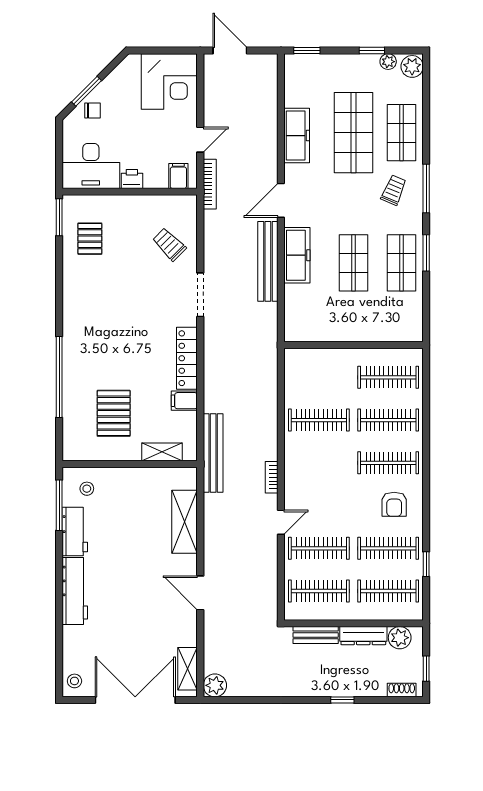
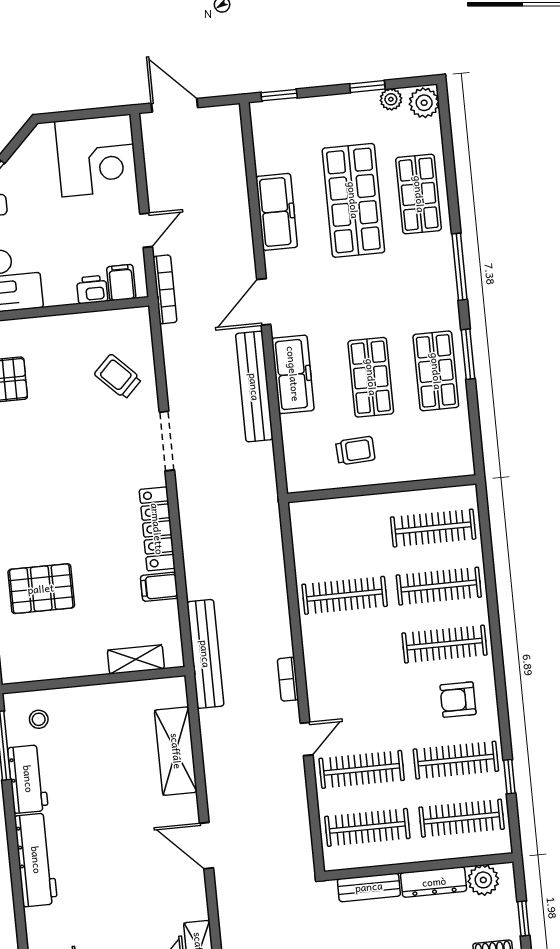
printer: (132, 179) -> (92, 290), moved
trolley: (394, 190) -> (355, 451), moved, turned 64
pallet: (114, 413) -> (41, 589), moved, turned 90
armchair: (394, 504) -> (458, 700), turned 90

